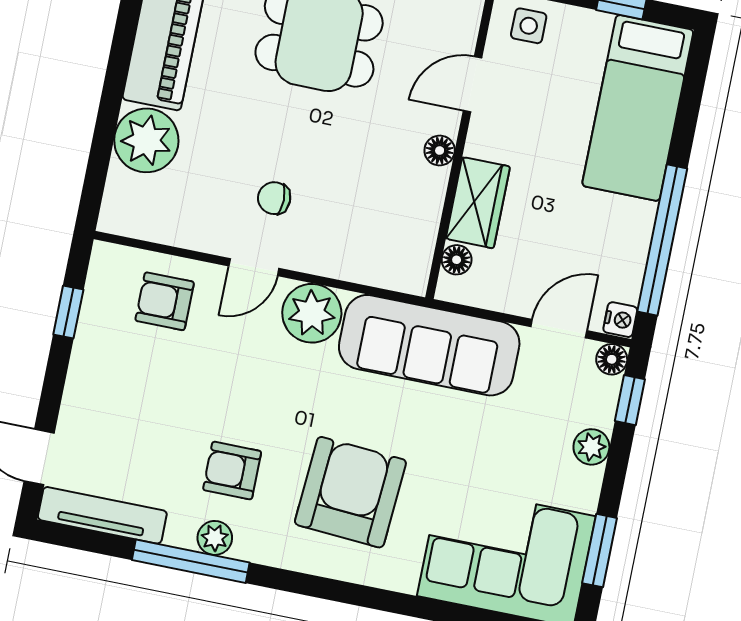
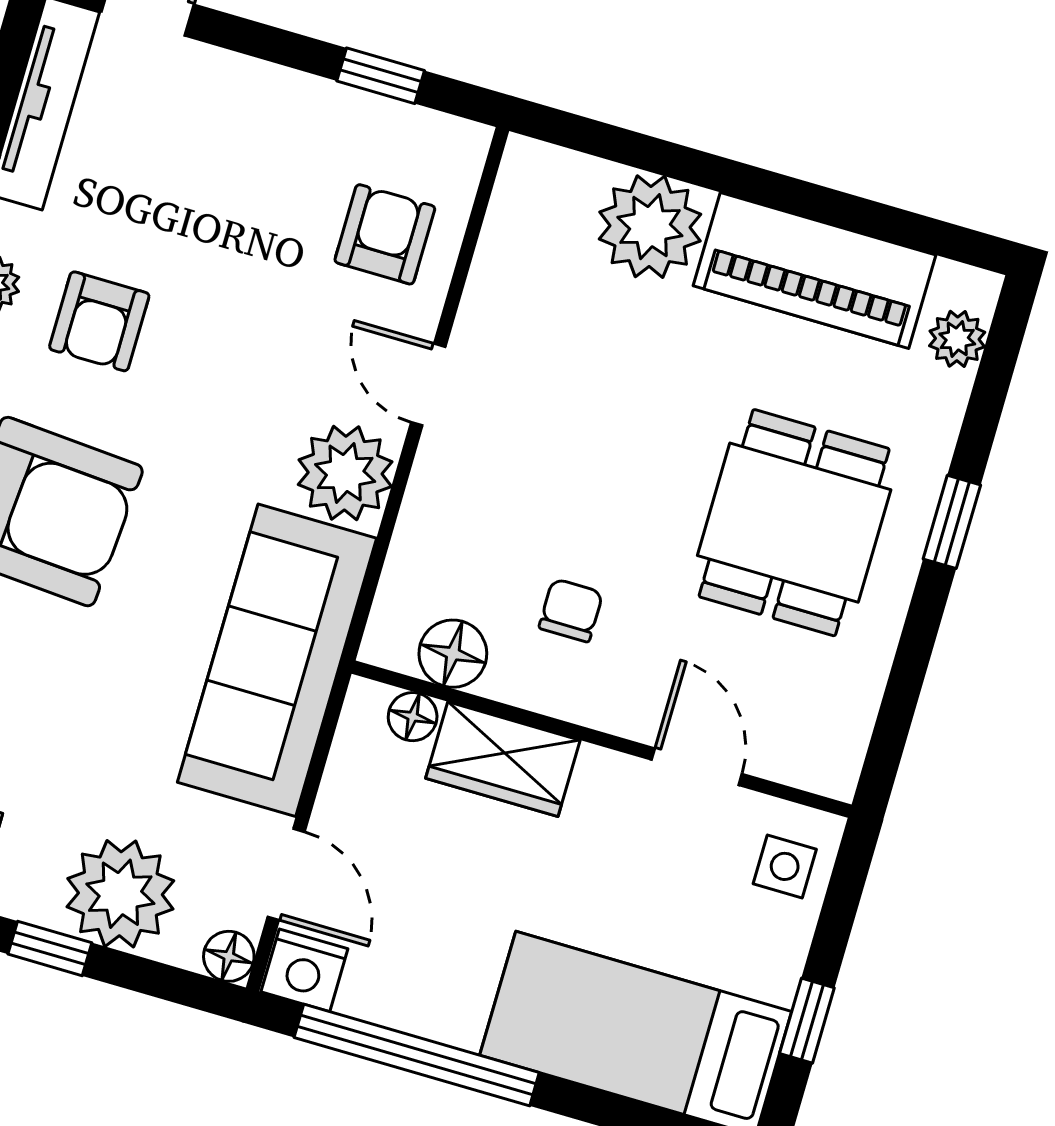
floor lamp: (440, 150) -> (453, 654), moved, width x1.37, depth x1.37
chair: (274, 198) -> (571, 610), moved
nightstand: (620, 320) -> (304, 970), width x1.39, depth x1.35
window: (630, 400) -> (50, 948), moved
plant: (591, 447) -> (120, 894), width x1.88, depth x1.88
armchair: (232, 471) -> (99, 321), turned 180

